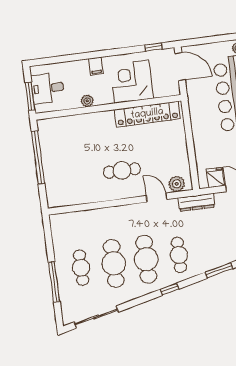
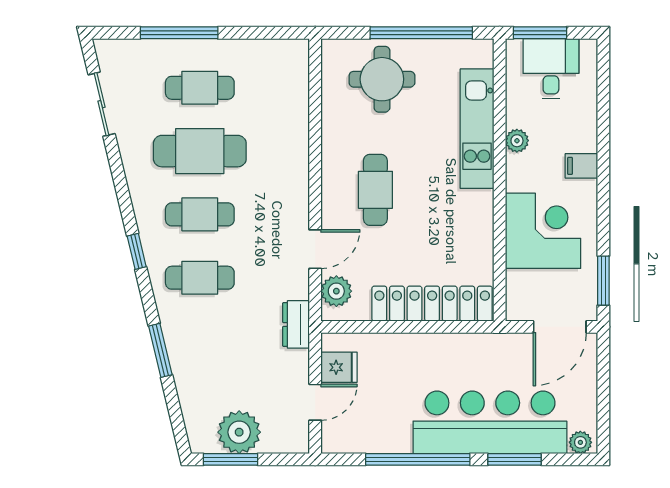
window: (153, 47) -> (603, 281), width x1.50
locker: (147, 114) -> (432, 304), moved, turned 90
kitchen unit: (84, 122) -> (477, 129), added
round table: (65, 175) -> (382, 79), added
dresser: (196, 202) -> (296, 324), width x0.70
cafe table: (146, 259) -> (200, 214), width x0.73, depth x0.74
sliding door: (96, 317) -> (102, 104), width x0.73

